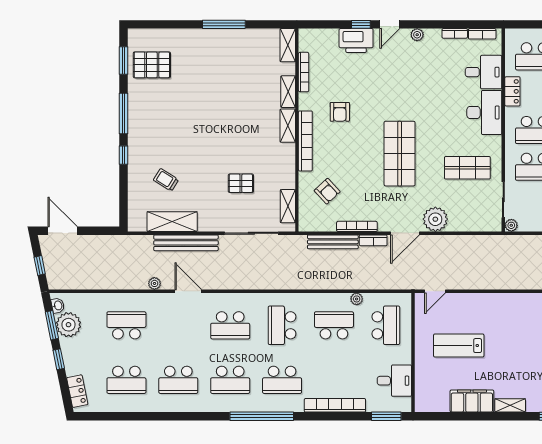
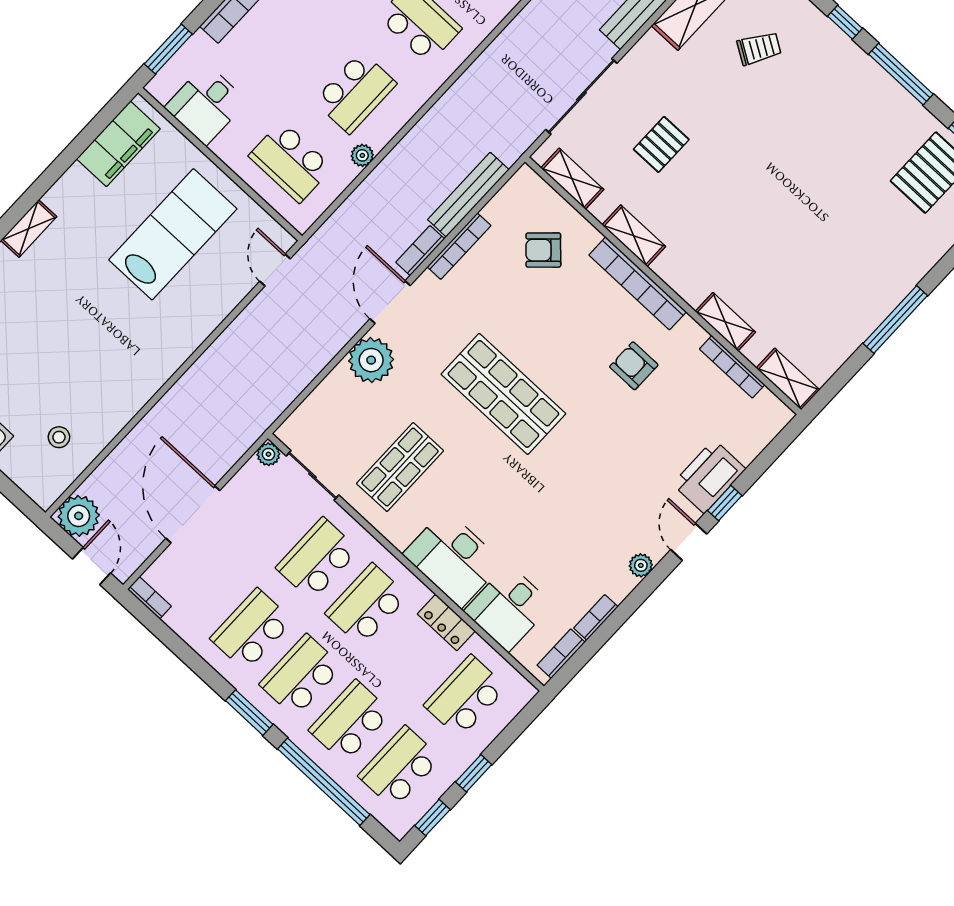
shelving: (288, 126) -> (634, 236), moved
lab bench: (459, 346) -> (173, 234), width x1.36, depth x1.39
filing cabinet: (472, 401) -> (118, 144), moved

